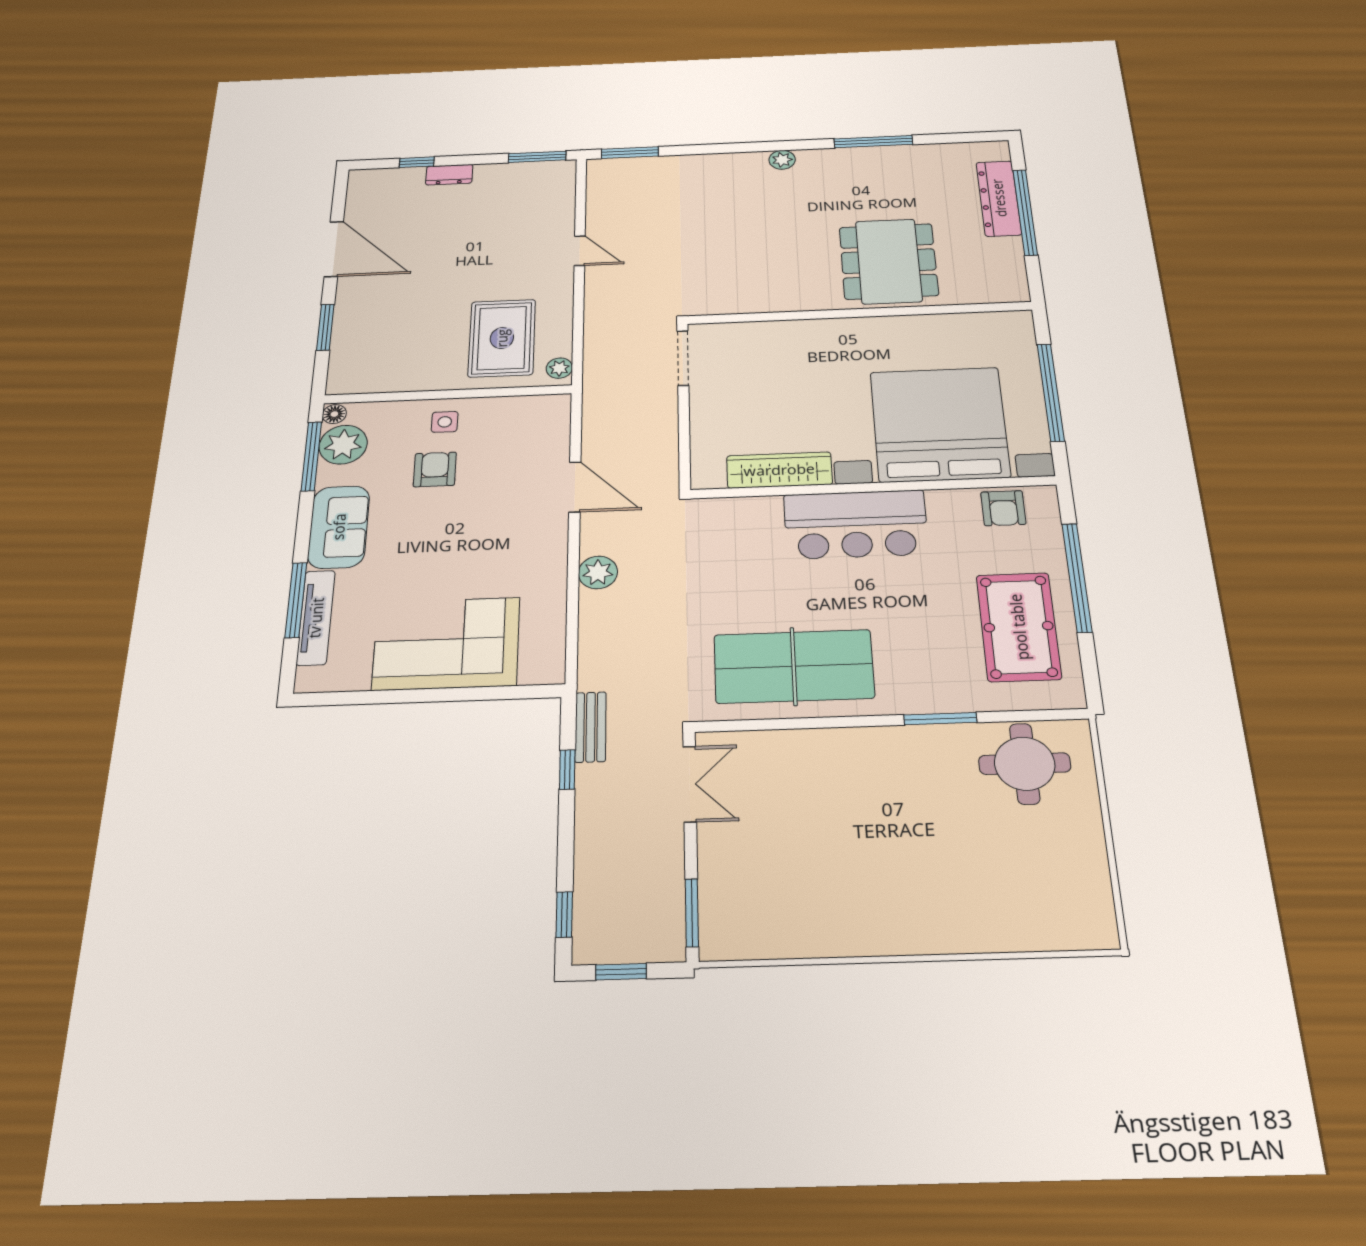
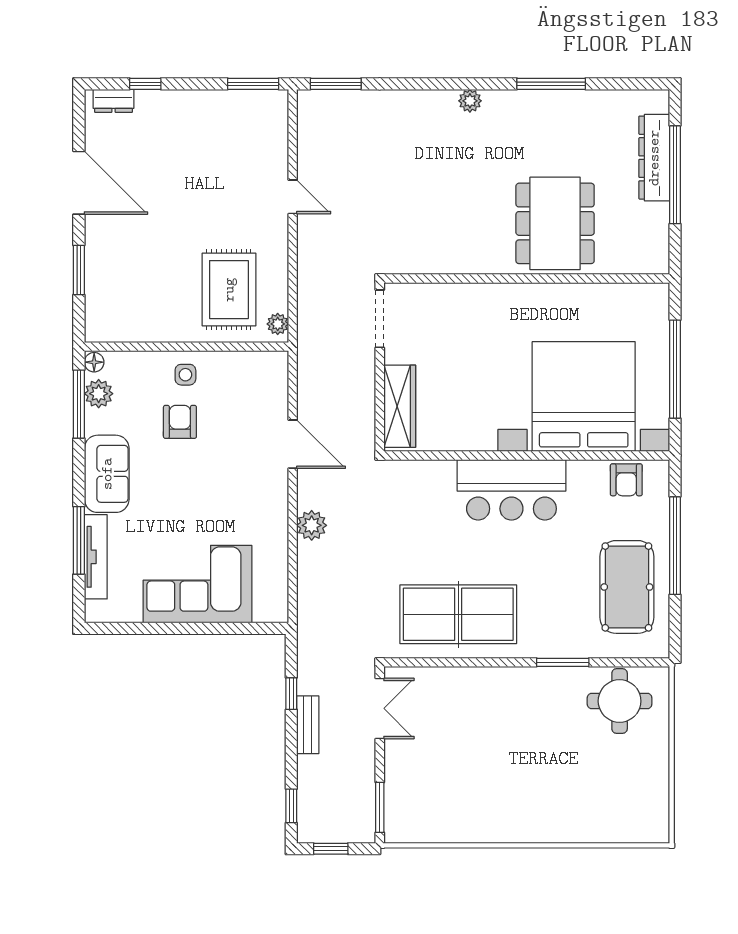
dresser: (449, 175) -> (114, 101), moved
plant: (343, 445) -> (99, 394), width x0.73, depth x0.73
wardrobe: (779, 470) -> (400, 406), moved, turned 90
bench: (591, 727) -> (308, 725), moved

